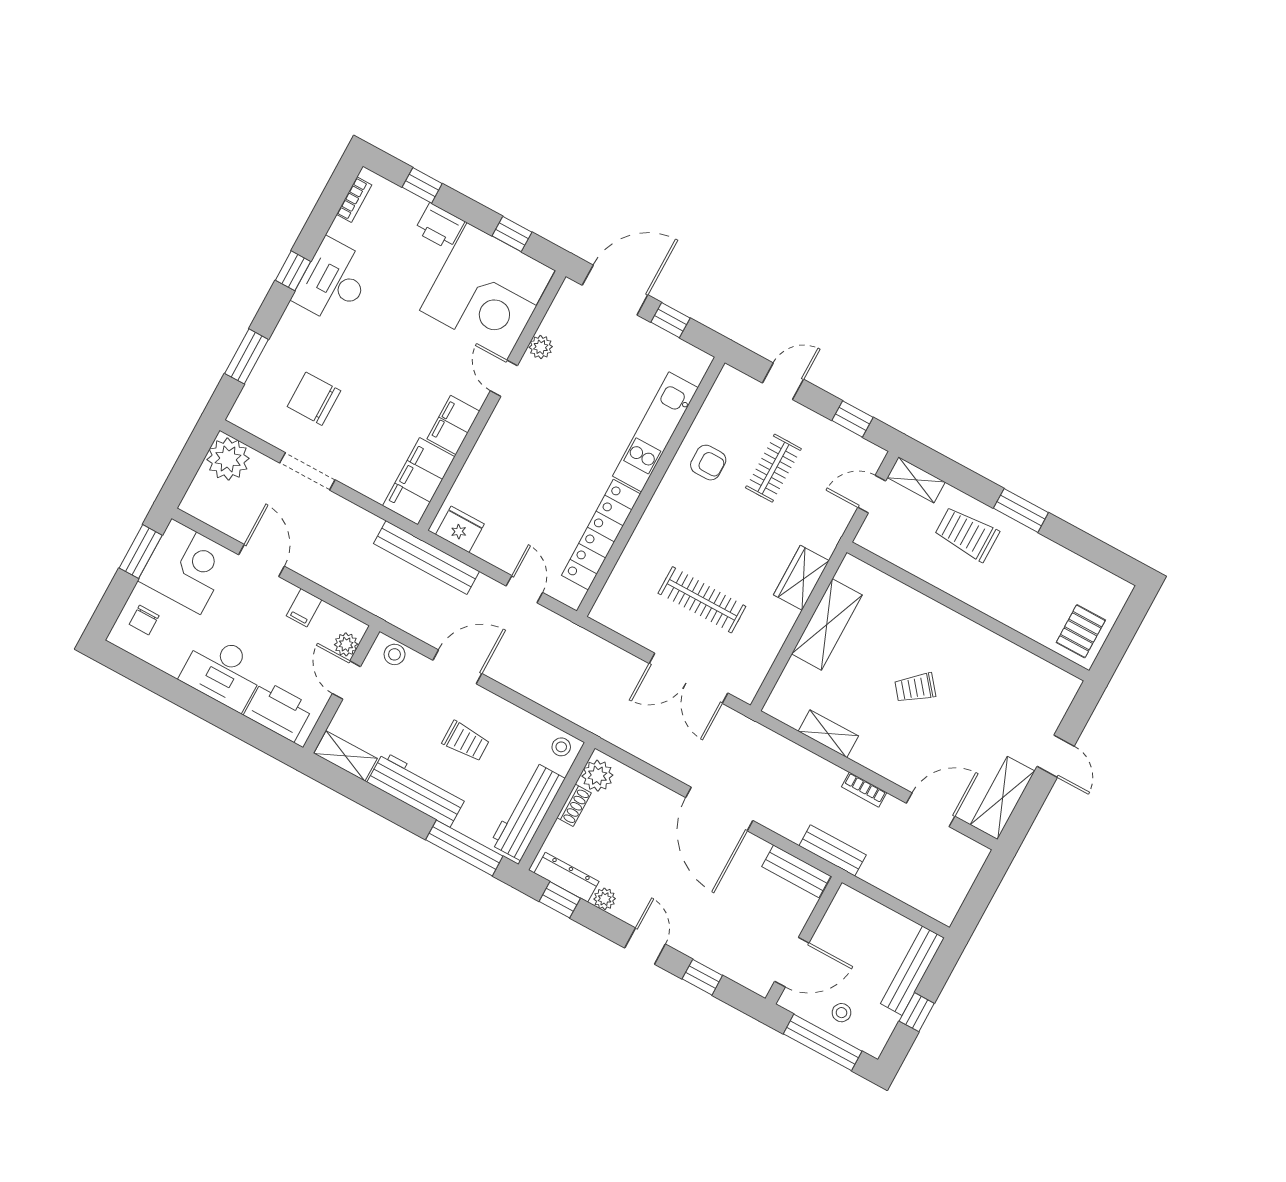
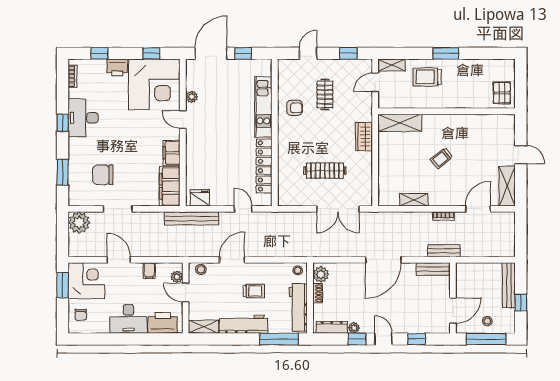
shelving: (827, 624) -> (400, 123), moved, turned 90
door: (719, 809) -> (383, 260), hinge flipped
window: (560, 900) -> (357, 339), moved

